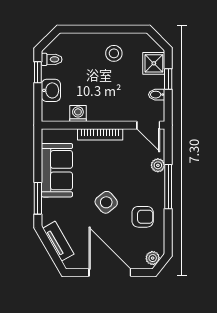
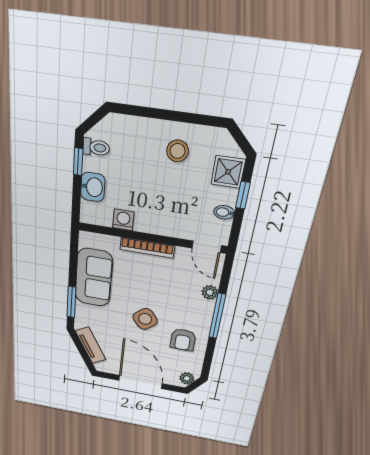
armchair: (143, 217) -> (183, 340), turned 90

